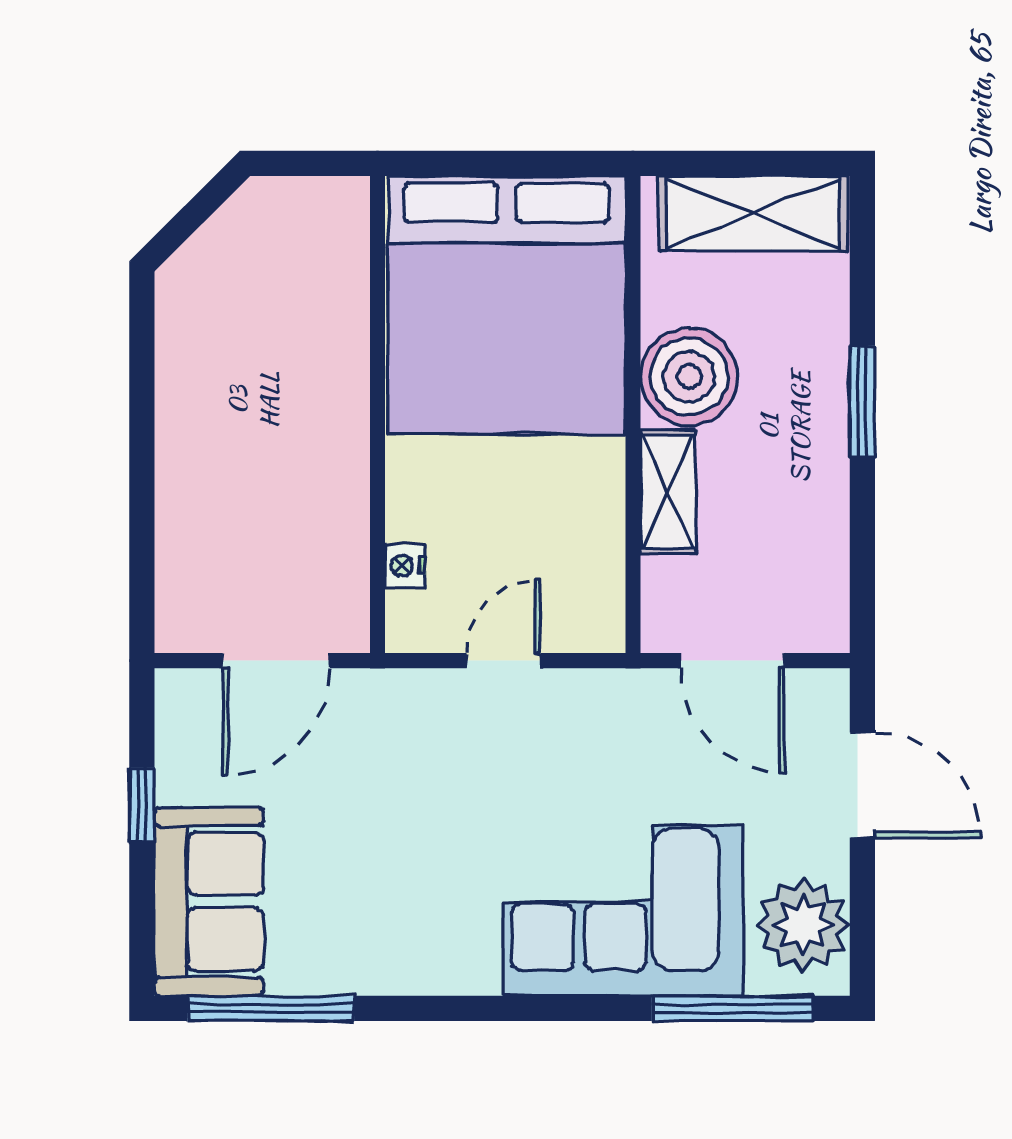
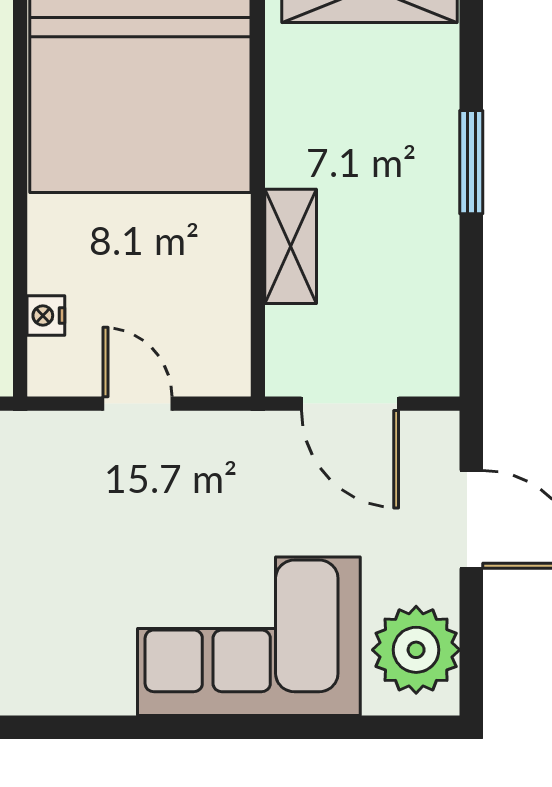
boiler: (689, 377) -> (310, 139), removed
door: (504, 661) -> (137, 404), hinge flipped
window: (732, 1008) -> (350, 727), removed

